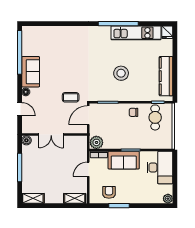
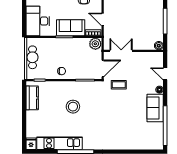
kitchen counter: (166, 76) -> (32, 98), width x0.67
cafe table: (155, 117) -> (32, 57), moved
double door: (51, 135) -> (121, 51), moved
door: (88, 169) -> (103, 19), swing flipped

